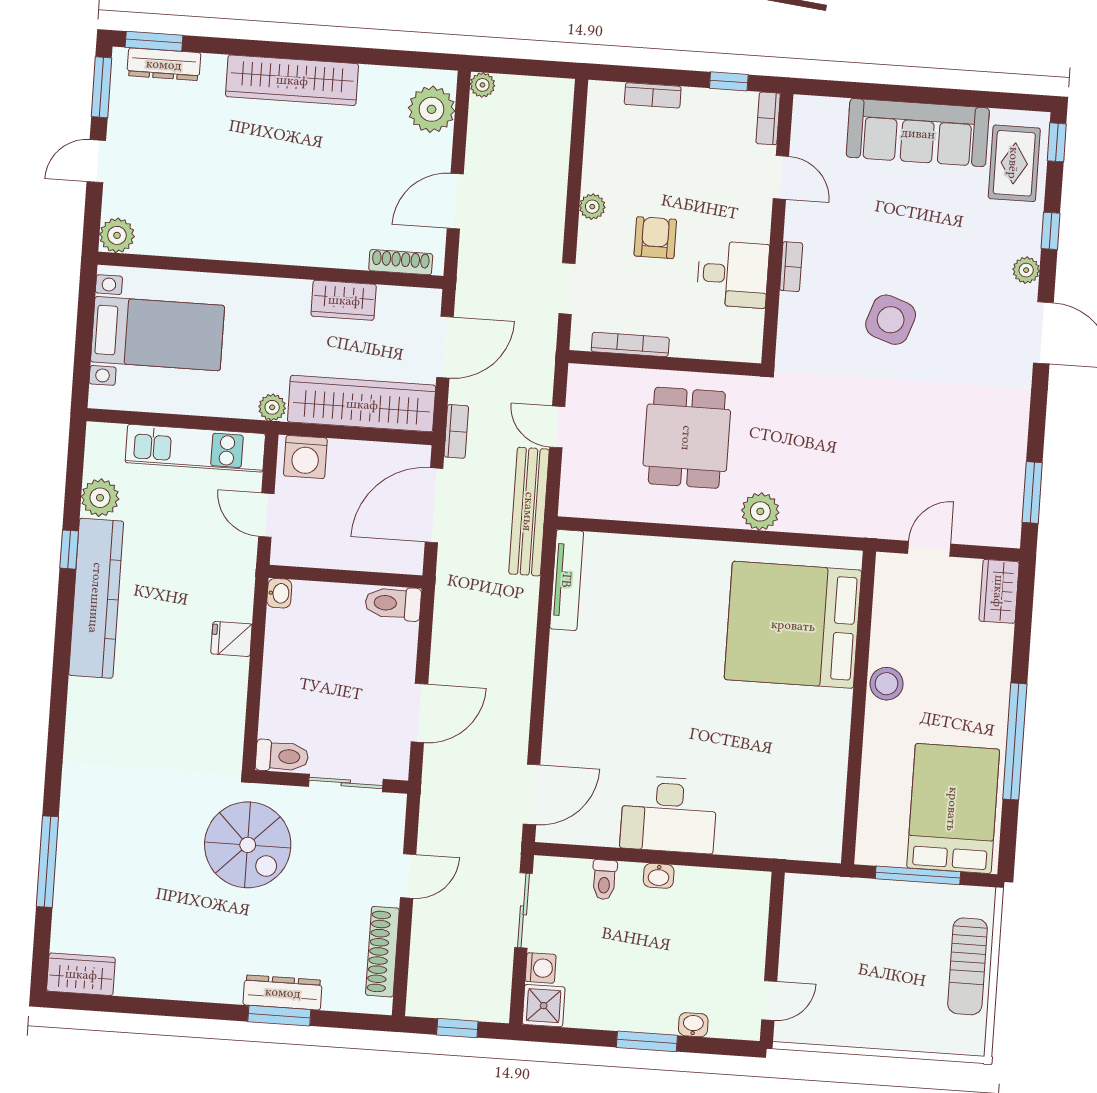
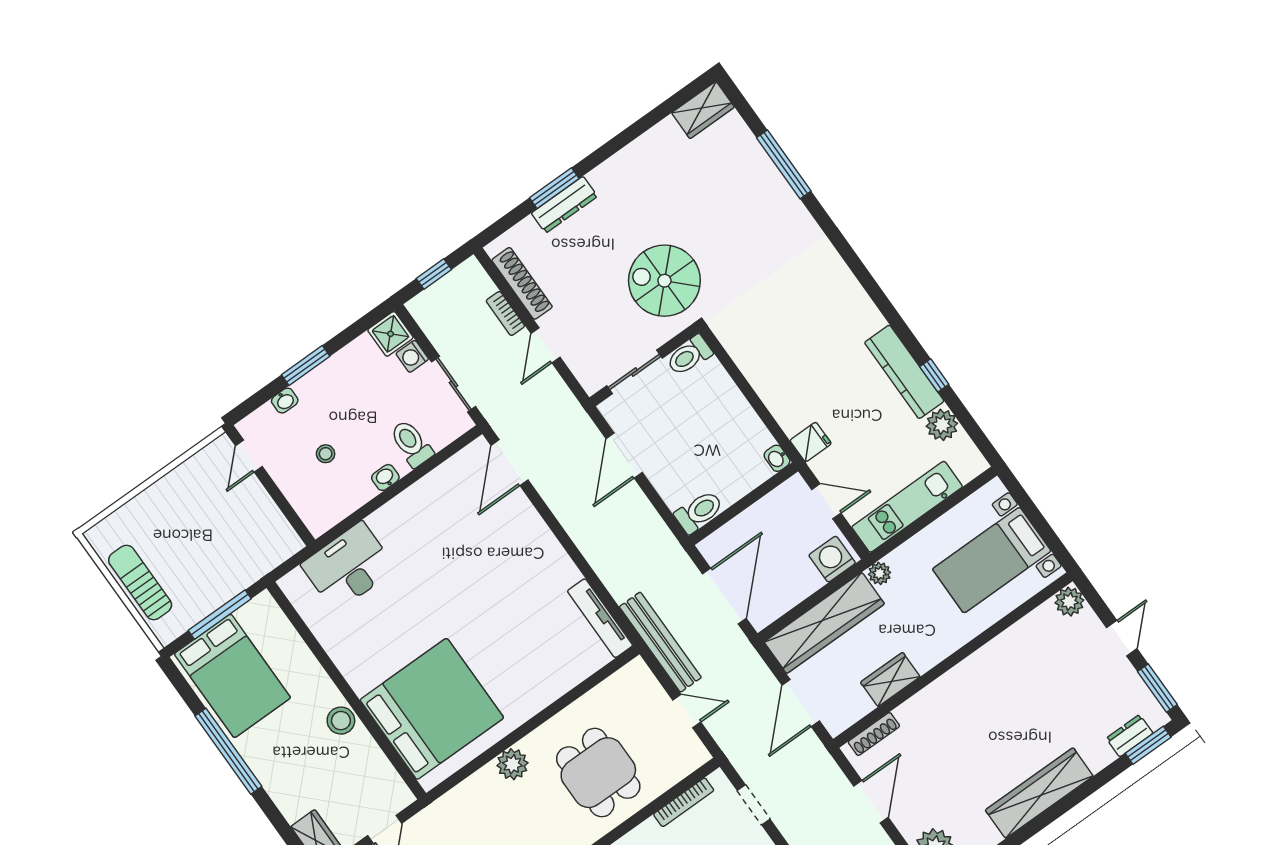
dresser: (164, 64) -> (1130, 736), width x0.70
bookcase: (456, 431) -> (505, 313), moved
kitchen counter: (96, 598) -> (904, 372), width x0.72, depth x0.86
fridge: (231, 639) -> (811, 442), moved
desk: (669, 815) -> (349, 567), moved
toilet: (604, 880) -> (411, 443), width x1.37, depth x1.39
stool: (696, 944) -> (326, 454), added

